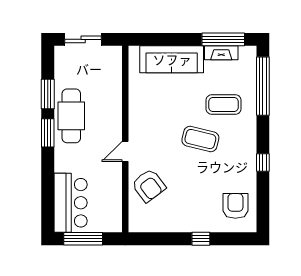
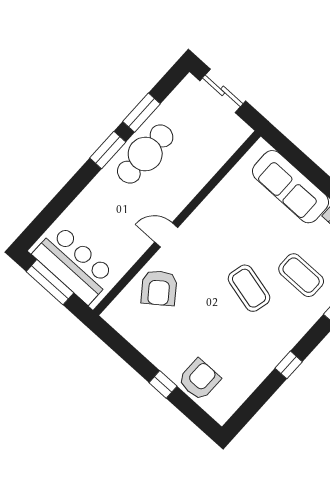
bar counter: (71, 203) -> (74, 264), moved, turned -90
armchair: (235, 206) -> (199, 380), moved

